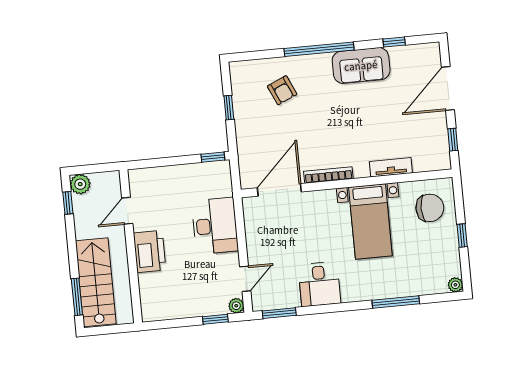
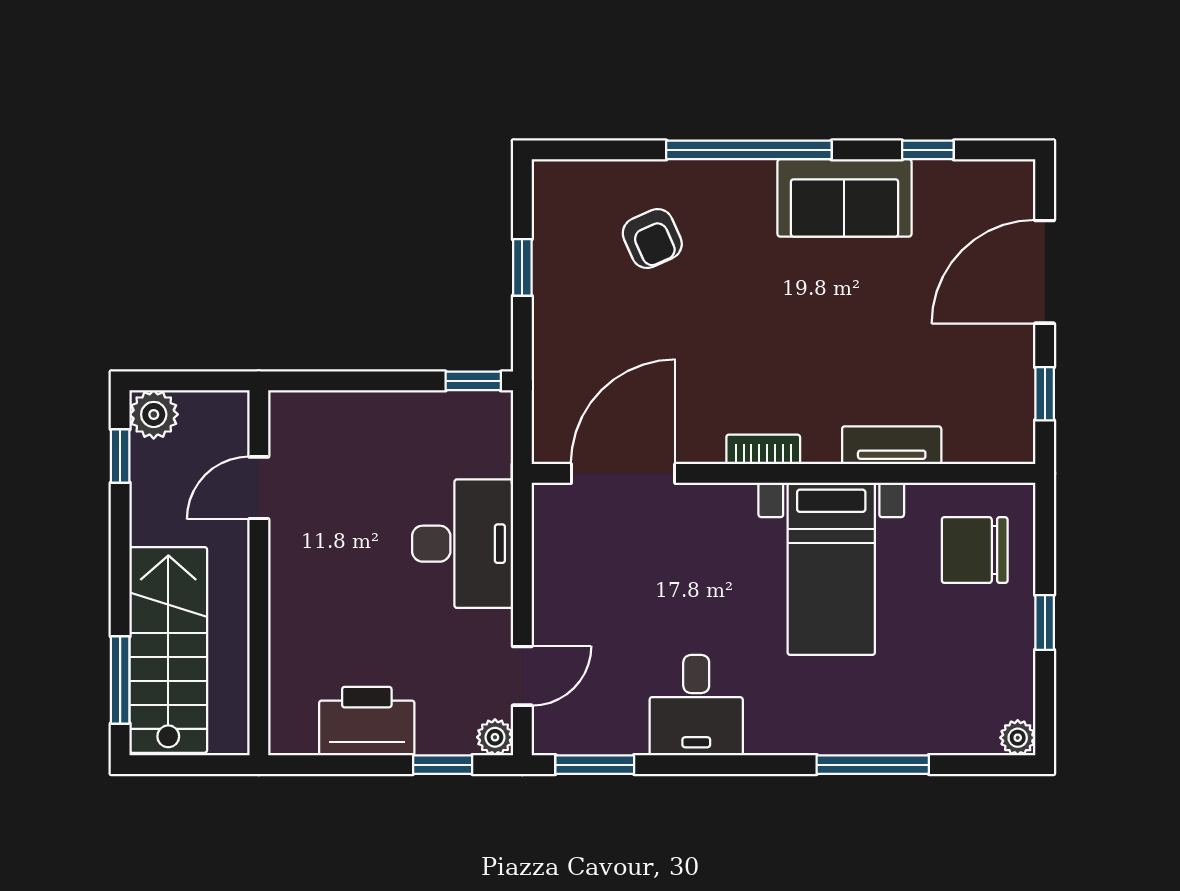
bookcase: (328, 175) -> (763, 449), width x0.64
chair: (430, 208) -> (975, 550), turned 180
printer: (150, 251) -> (367, 721), moved, turned -90

